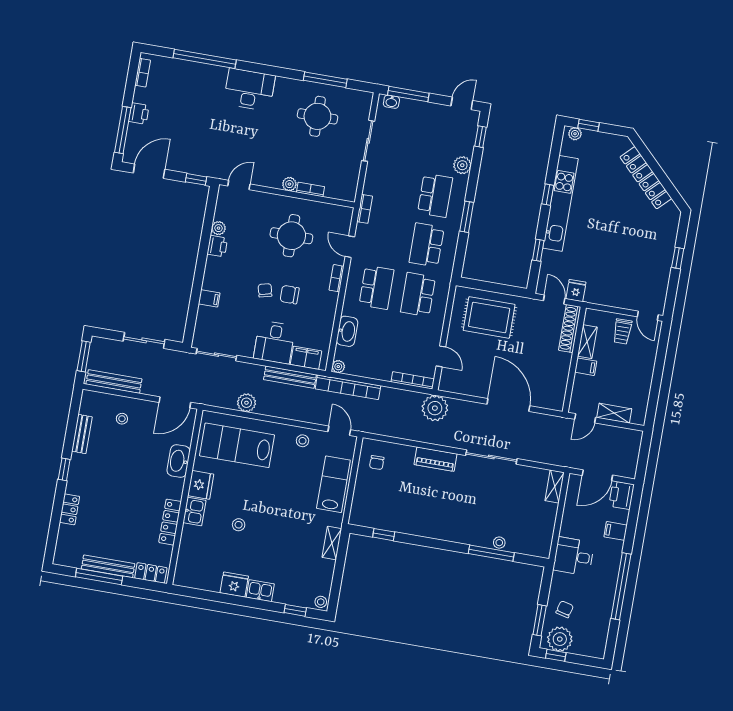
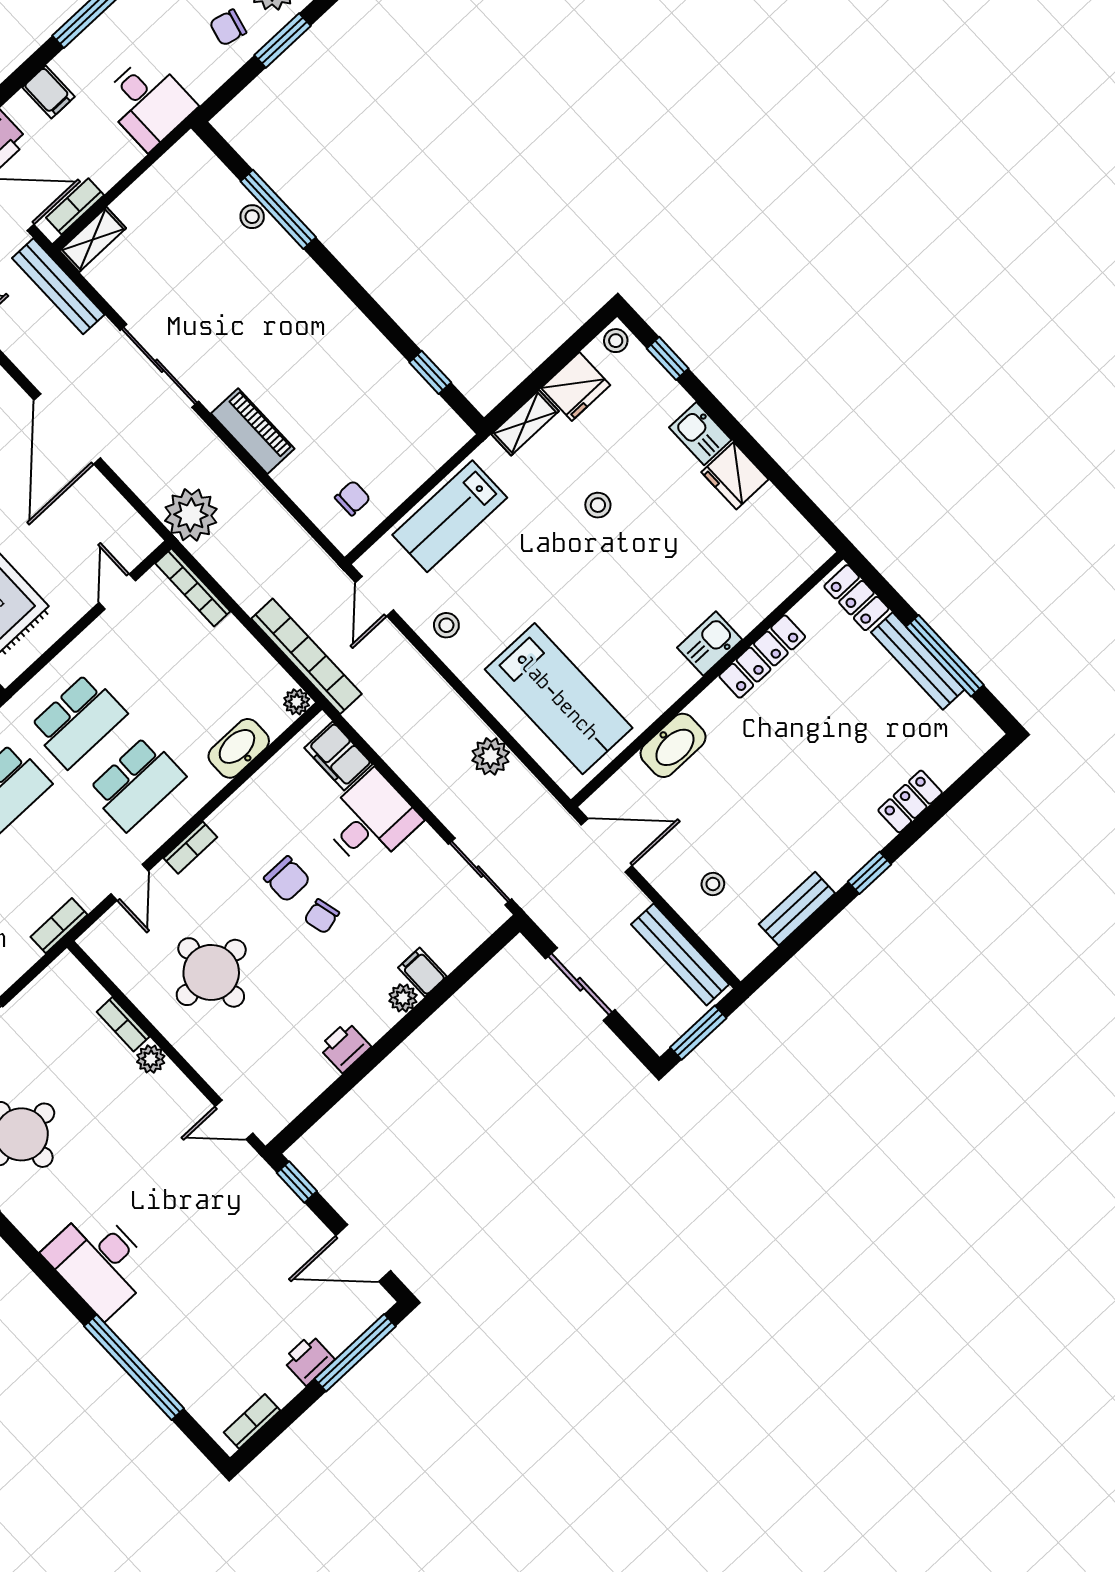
plant: (219, 228) -> (403, 998), moved
school desk: (376, 287) -> (137, 783), turned 180
bench: (290, 377) -> (58, 286), moved
fridge: (201, 485) -> (576, 387), moved, turned 180
bookcase: (571, 494) -> (75, 206), added
stool: (239, 525) -> (598, 505), moved

